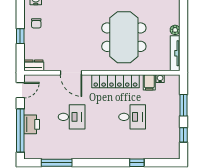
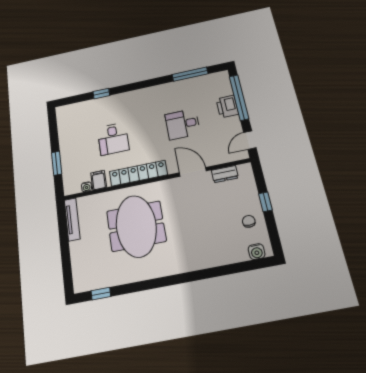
plant: (175, 30) -> (75, 247), removed
dresser: (34, 65) -> (225, 174), moved
desk: (132, 117) -> (113, 139), turned -90
window: (184, 135) -> (54, 132), removed

